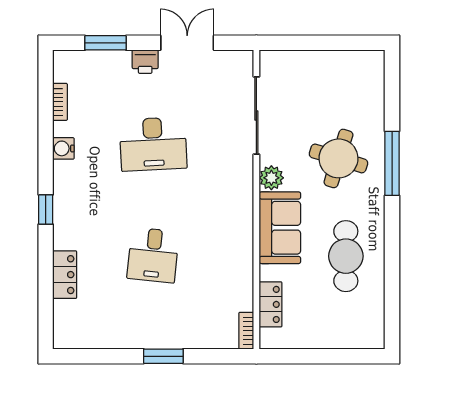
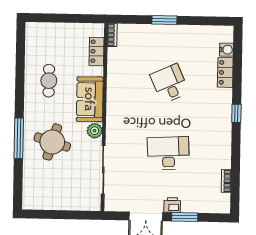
window: (105, 43) -> (185, 217), moved
water cooler: (63, 148) -> (227, 50), moved
desk: (153, 255) -> (170, 84), turned -30
cafe table: (346, 256) -> (49, 81), width x0.73, depth x0.74

